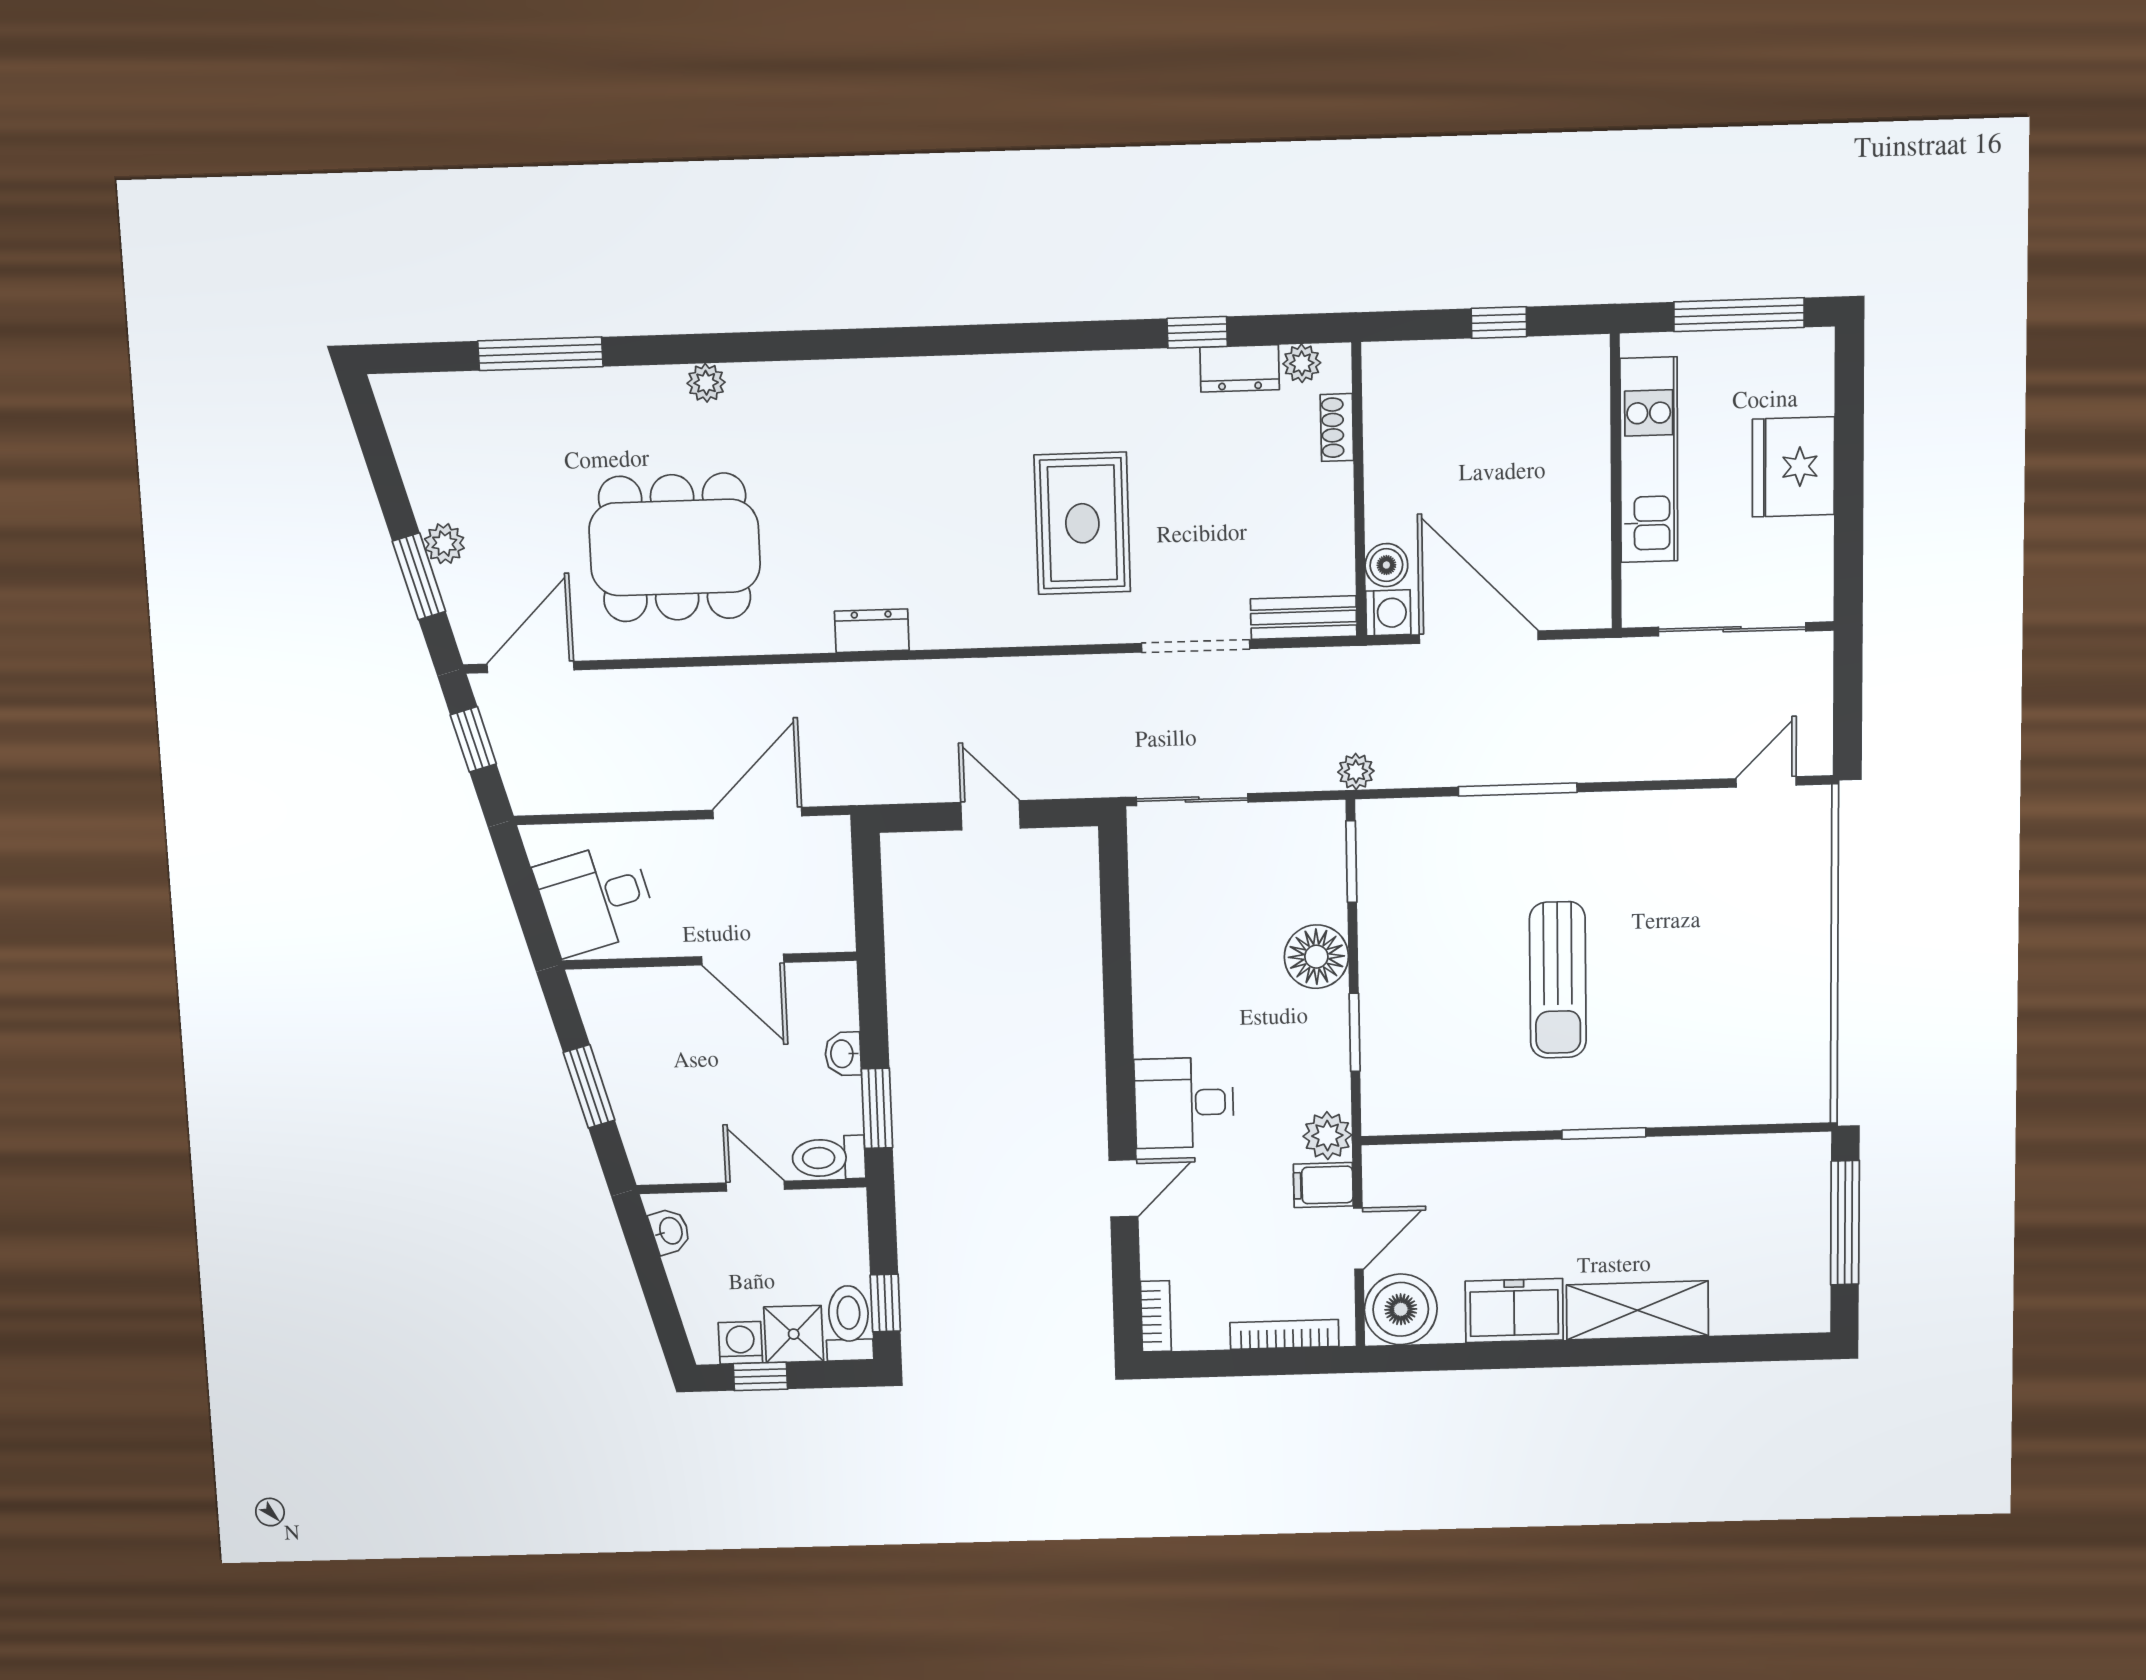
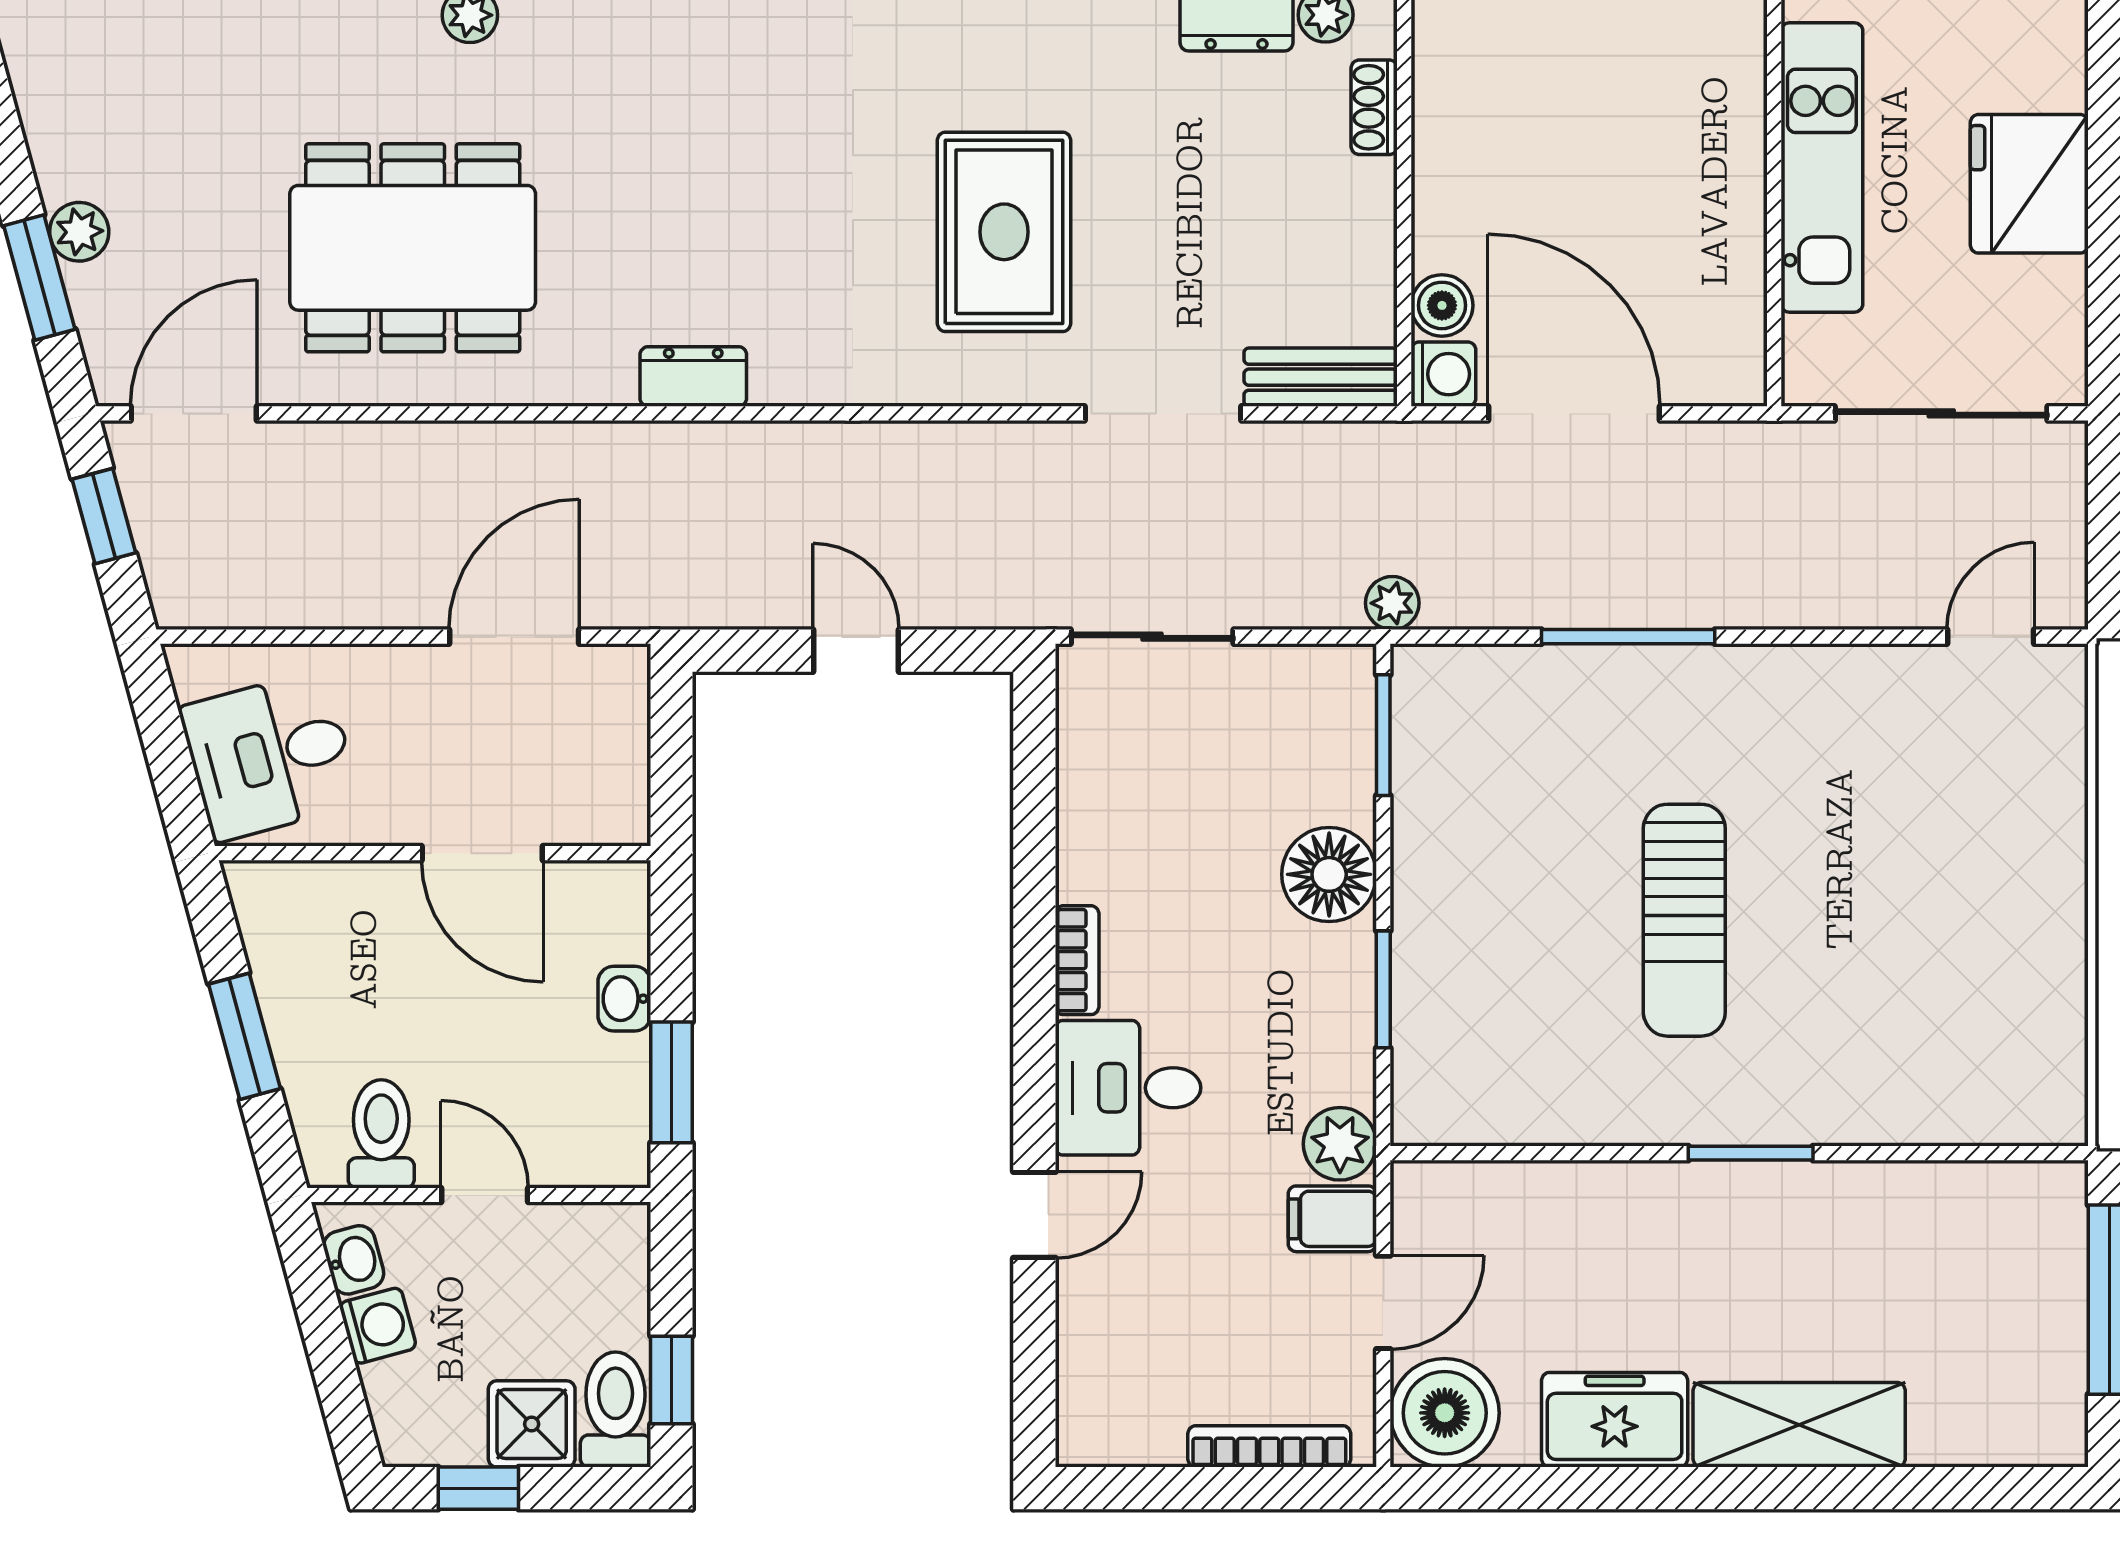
toilet: (829, 1158) -> (381, 1134), moved, turned 90
bookcase: (1156, 1316) -> (1077, 960), moved
washing machine: (740, 1343) -> (378, 1326), moved, turned 75

